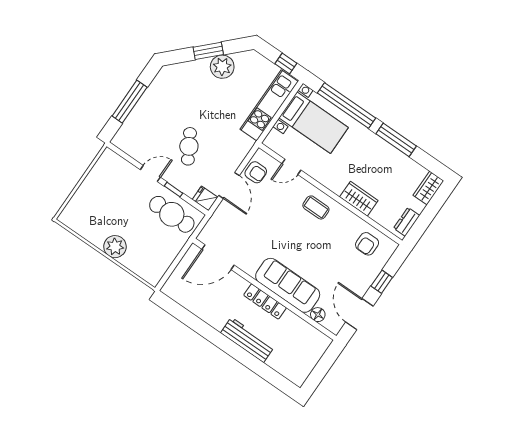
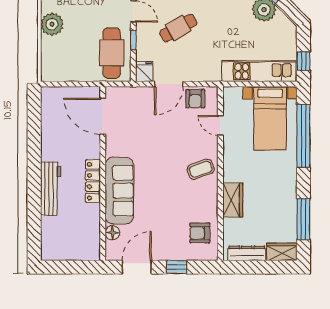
window: (396, 140) -> (303, 219), moved
coffee table: (316, 207) -> (201, 169), turned 70
dresser: (407, 222) -> (247, 253), width x1.44

